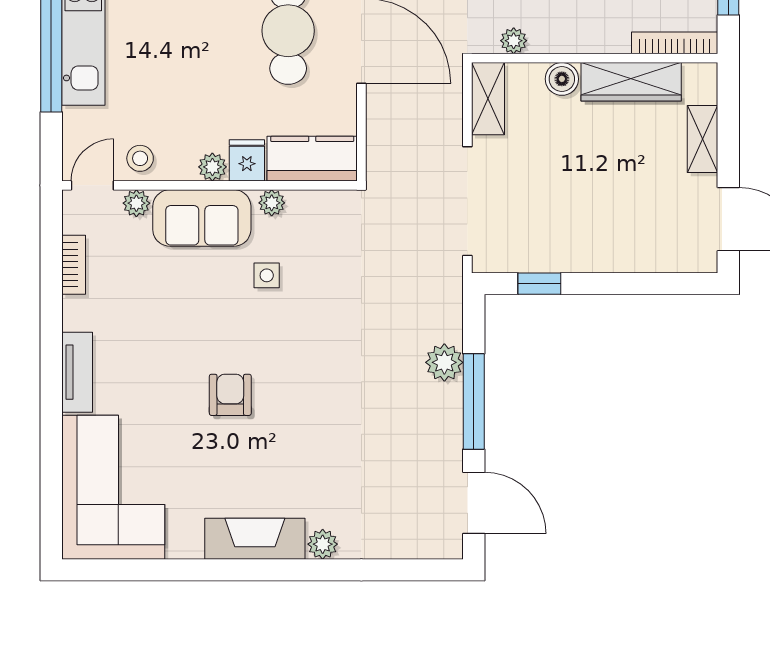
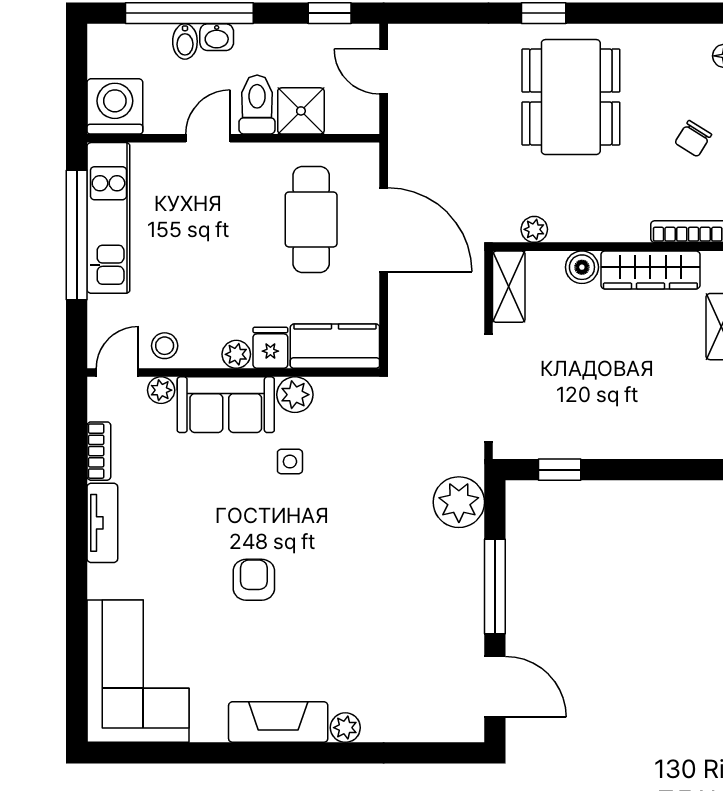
plant: (272, 203) -> (295, 395), width x1.38, depth x1.38
plant: (444, 362) -> (459, 502), moved, width x1.36, depth x1.36
tv unit: (77, 372) -> (102, 523), moved

